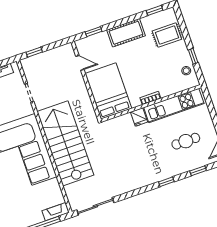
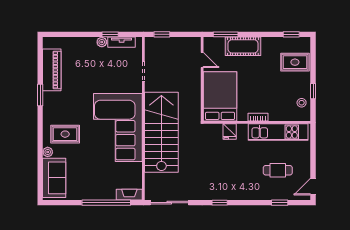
window: (94, 32) -> (226, 34), width x1.50
cot: (126, 33) -> (243, 46), moved
fridge: (139, 117) -> (230, 131), moved
window: (166, 182) -> (220, 203), moved

